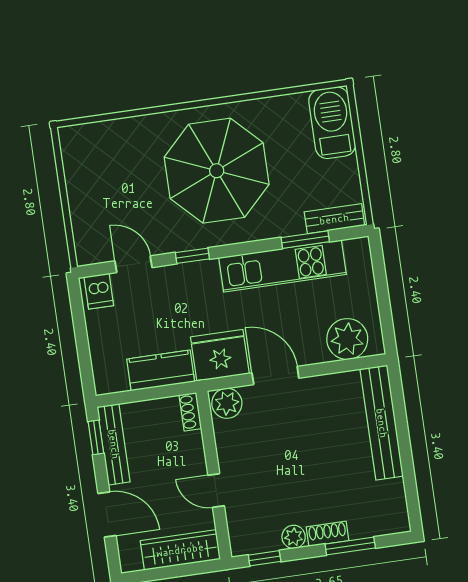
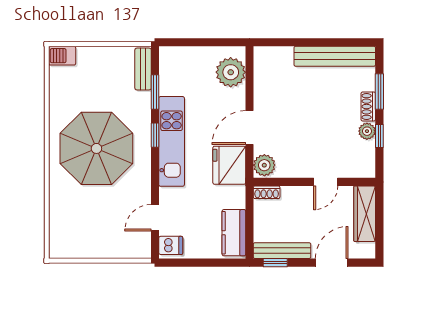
barbecue: (332, 123) -> (62, 56), width x0.53, depth x0.65
window: (192, 256) -> (155, 135), moved
kitchen unit: (282, 266) -> (172, 141), moved
kitchen counter: (161, 370) -> (234, 233), moved
bench: (382, 423) -> (335, 56), moved
window: (265, 558) -> (379, 136), moved

